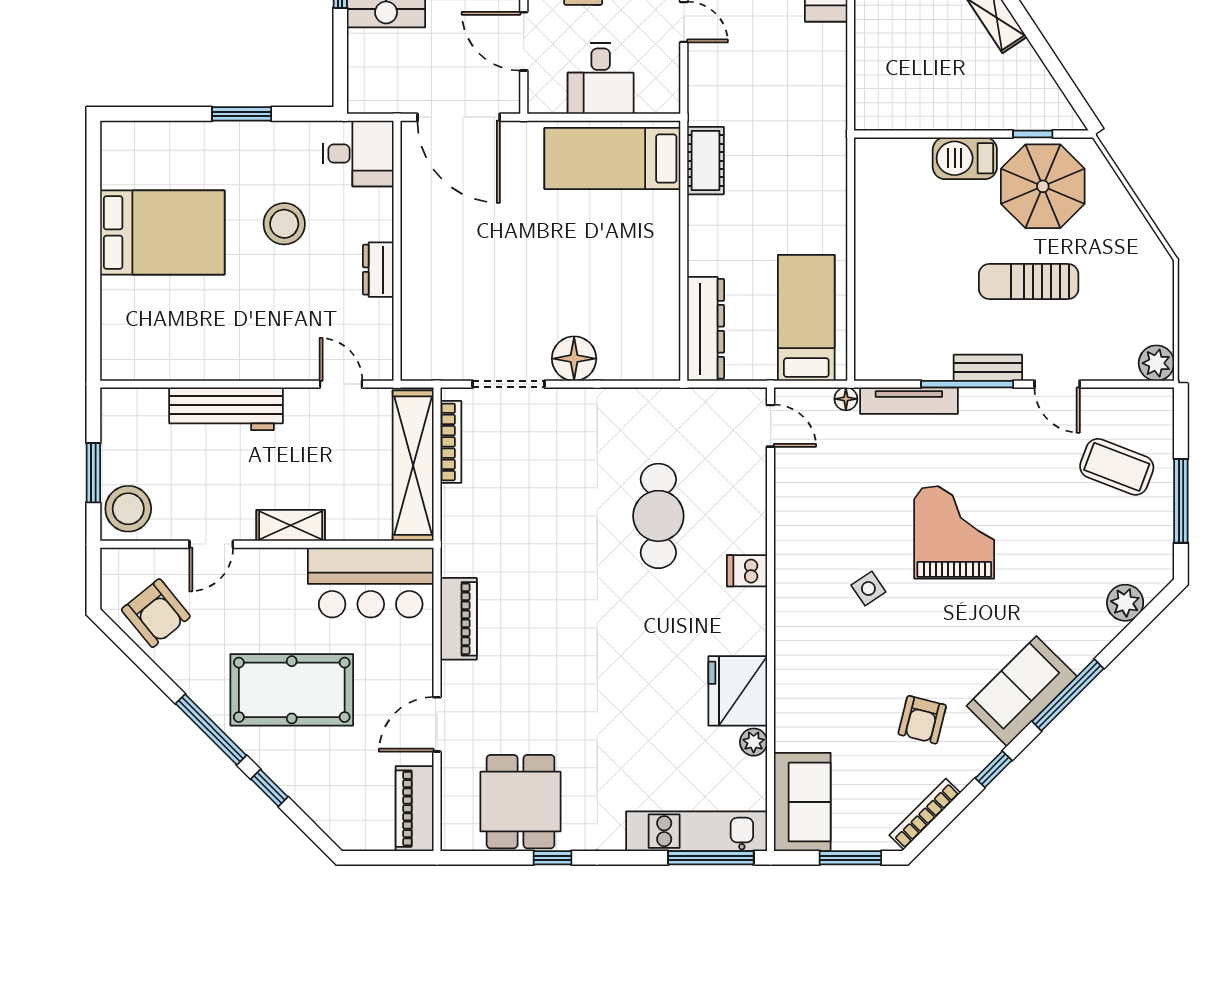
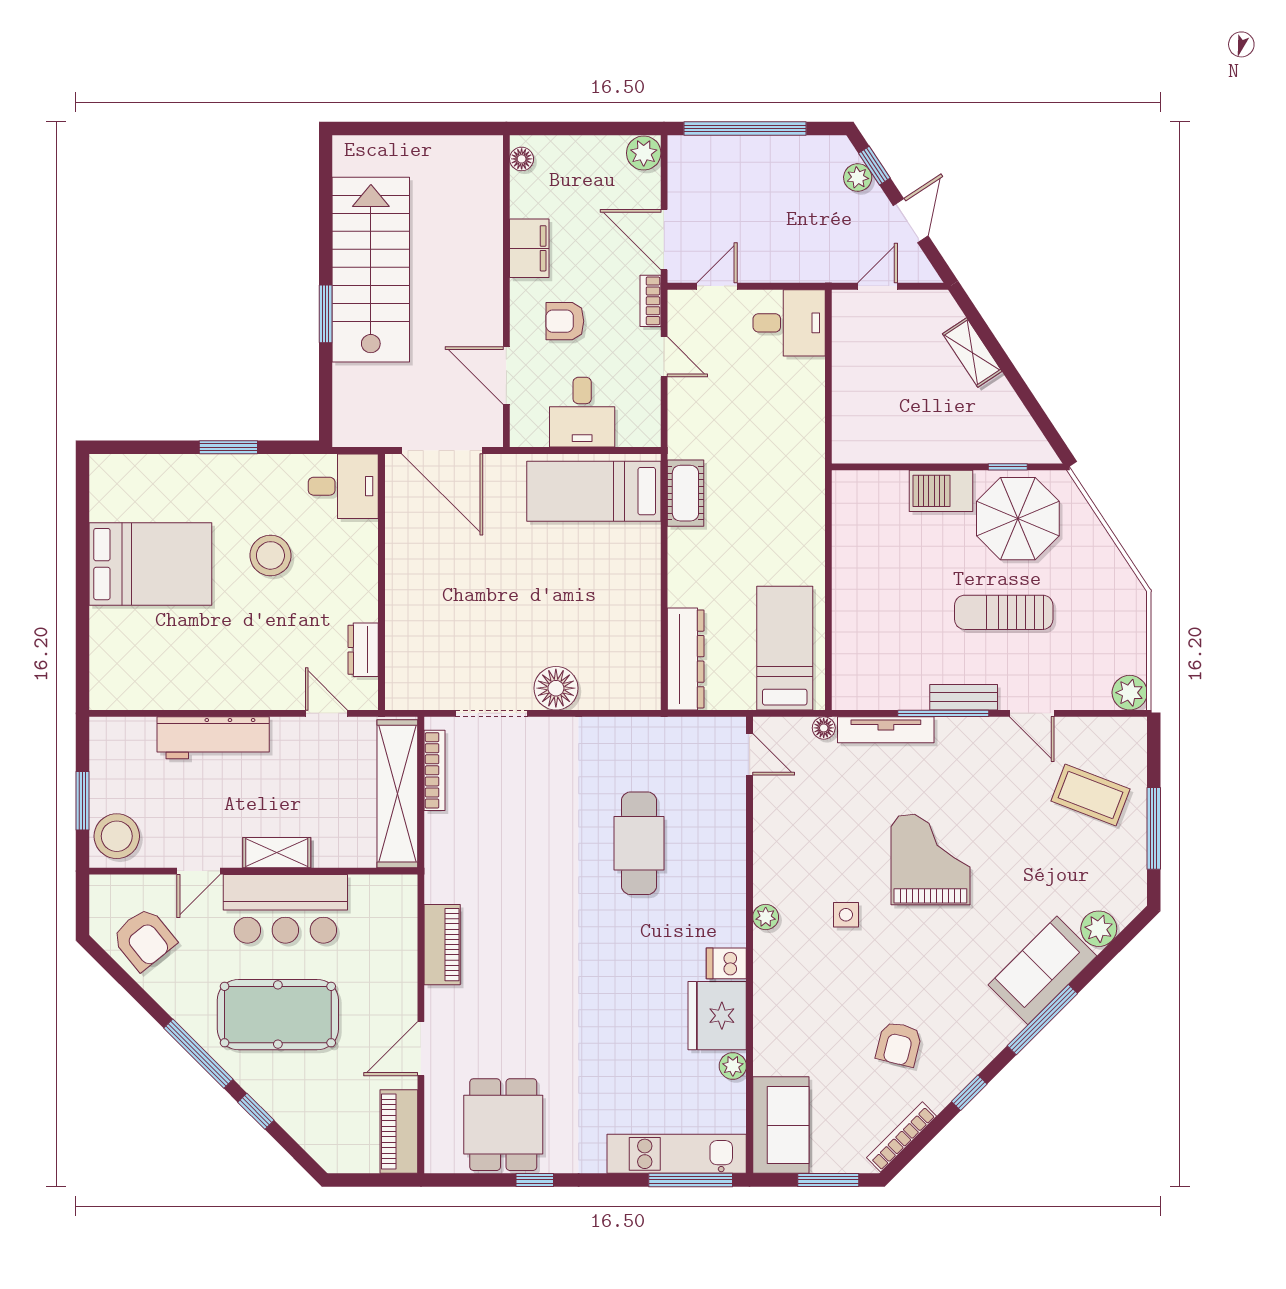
dresser: (378, 270) -> (363, 650), moved
dishwasher: (747, 571) -> (726, 963), moved
bar counter: (371, 583) -> (285, 909), moved
side table: (868, 589) -> (846, 915), turned 34
plant: (787, 591) -> (766, 917), added
sofa: (1022, 691) -> (1042, 970), moved

